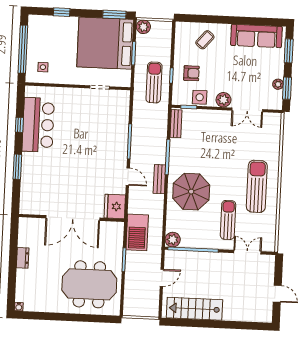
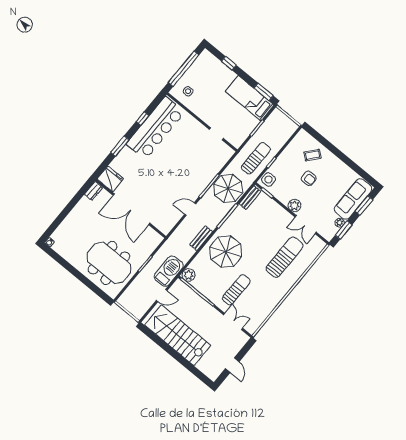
plant: (143, 27) -> (277, 115), removed
sofa: (256, 36) -> (353, 199), moved, turned 90
bed: (105, 43) -> (250, 98), width x0.49
armchair: (191, 73) -> (309, 178), moved
side table: (200, 97) -> (269, 180), moved
bar counter: (38, 125) -> (155, 128), width x1.36
parasol: (149, 131) -> (228, 189), added
door: (128, 177) -> (190, 209), swing flipped
bench: (159, 179) -> (201, 238), moved
sun lounger: (257, 186) -> (285, 257), moved
fridge: (115, 206) -> (110, 179), moved, turned 90
barbecue: (137, 232) -> (169, 271), moved, turned 180
dresser: (23, 258) -> (93, 191), moved
stairs: (195, 309) -> (178, 335), width x1.36, depth x1.51

